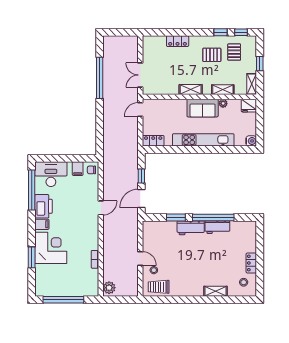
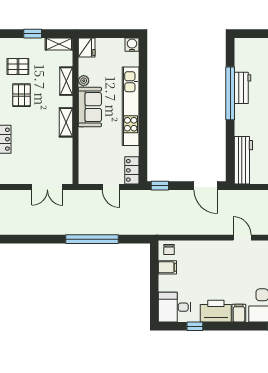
window: (100, 78) -> (92, 239), moved
door: (140, 109) -> (111, 187), moved
desk: (51, 174) -> (175, 307), width x0.73
window: (141, 176) -> (160, 186), moved
window: (32, 190) -> (195, 326), width x0.32
door: (101, 208) -> (242, 238), moved
window: (176, 218) -> (230, 141), removed
workbench: (191, 228) -> (243, 160), moved, width x1.38

